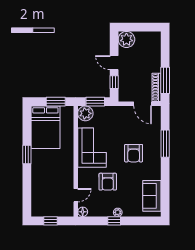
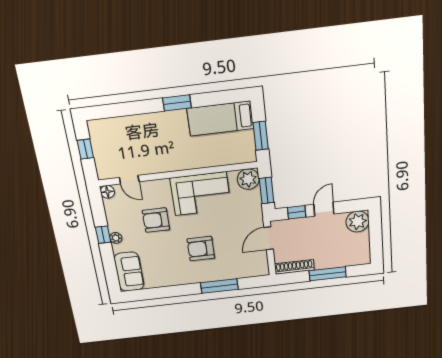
window: (165, 80) -> (328, 274), moved
door: (143, 104) -> (269, 238), moved
bed: (45, 127) -> (220, 119), width x0.67
sofa: (152, 196) -> (129, 272), moved, turned 90

